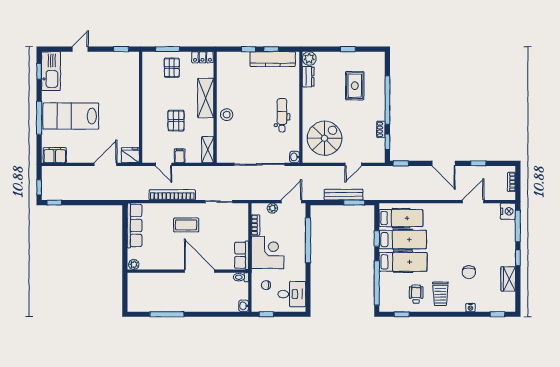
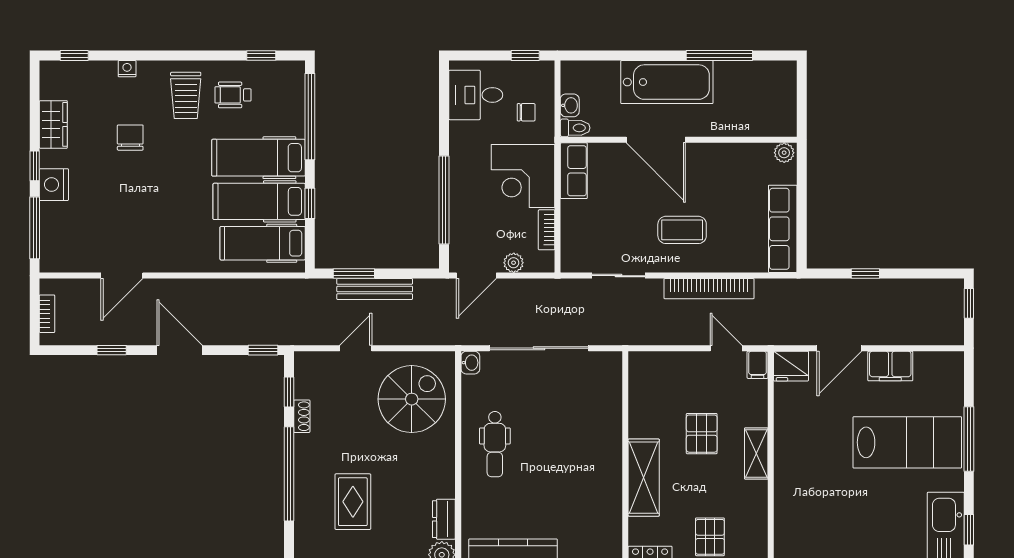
stool: (227, 115) -> (603, 445), removed
spiral stairs: (325, 138) -> (412, 399), turned 180
shelving: (208, 150) -> (756, 454), moved
filing cabinet: (55, 155) -> (890, 366), moved
filing cabinet: (180, 156) -> (758, 365), moved
window: (54, 203) -> (865, 274), moved
nightstand: (508, 211) -> (54, 185), moved
wheelchair: (416, 294) -> (233, 95), turned 90
trolley: (440, 294) -> (186, 95), turned 180
bathtub: (194, 301) -> (667, 82), added
washbasin: (244, 306) -> (570, 105), moved

